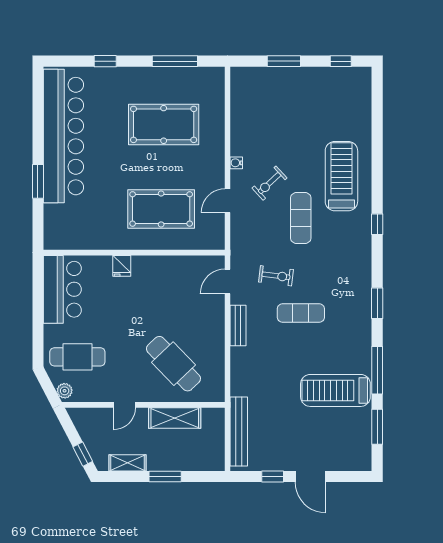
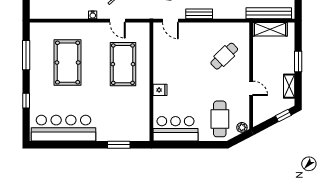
bar counter: (63, 136) -> (63, 128), width x0.73
window: (38, 181) -> (119, 145), moved
cafe table: (173, 364) -> (224, 56), width x0.73, depth x0.74
shelving: (175, 418) -> (270, 29), moved, turned 90

